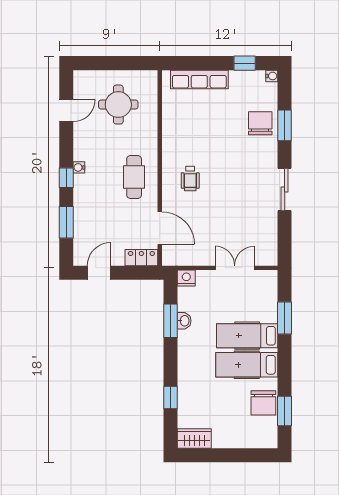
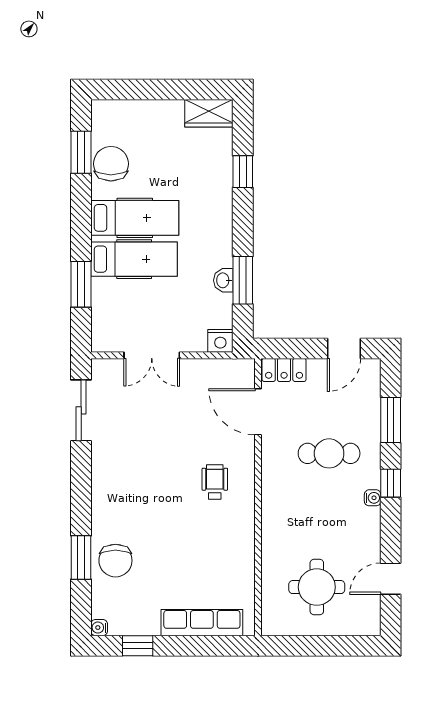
cafe table: (134, 177) -> (329, 453), moved, turned 90
sliding door: (285, 189) -> (81, 410), moved

